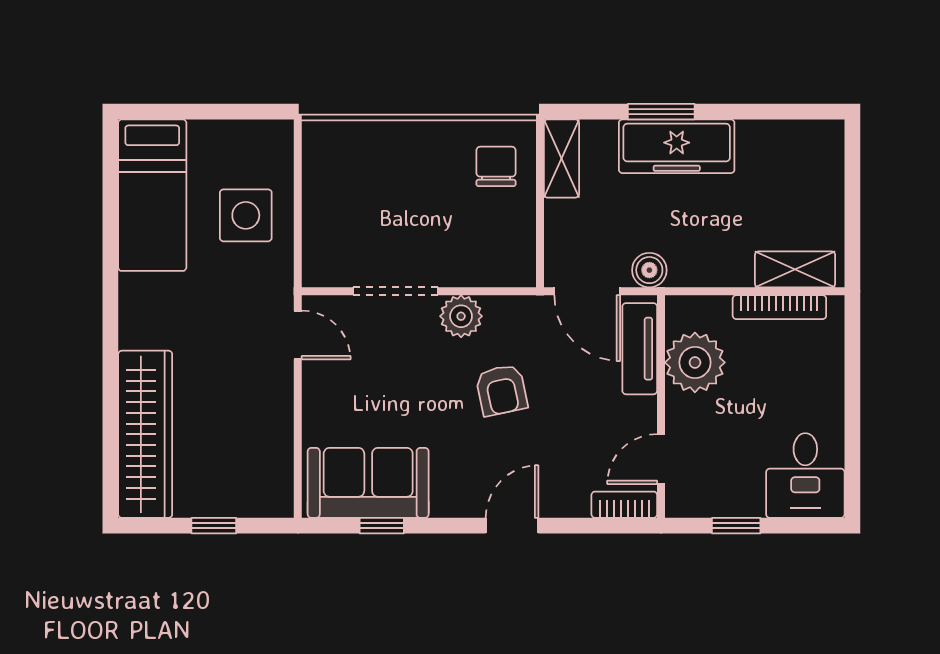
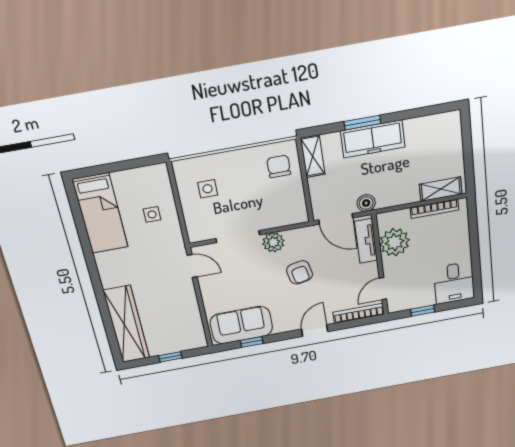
side table: (358, 185) -> (208, 189), added
side table: (246, 215) -> (152, 214), width x0.54, depth x0.54
bookcase: (624, 505) -> (359, 313), width x1.56

